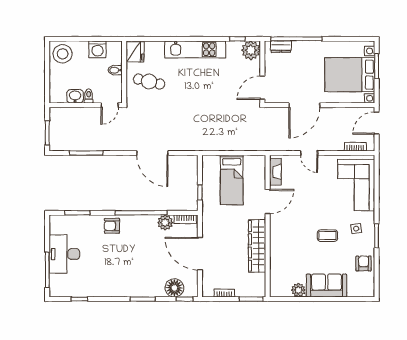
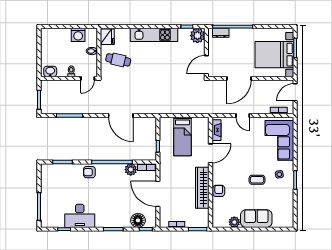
stool: (63, 54) -> (51, 38), removed
washbasin: (75, 96) -> (50, 71), moved
desk: (64, 254) -> (80, 216), moved, turned -90
armchair: (364, 263) -> (219, 191), moved

